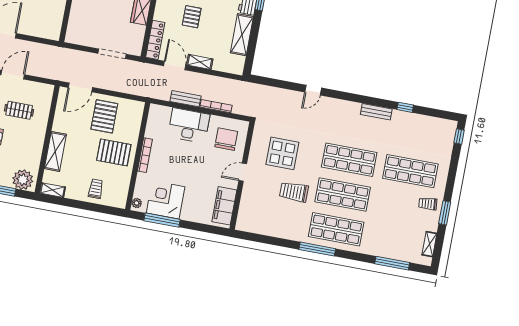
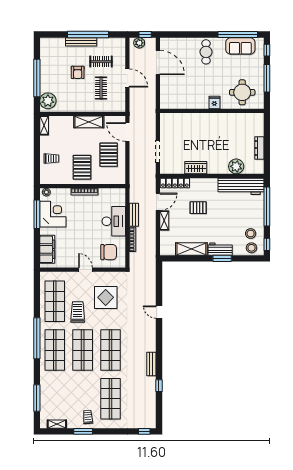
pallet: (104, 116) -> (109, 155), turned 90
shelving: (55, 151) -> (89, 122), moved
filing cabinet: (224, 206) -> (47, 249), moved, turned 90
shop shelf: (275, 218) -> (55, 301), added
window: (317, 249) -> (37, 338), width x1.46

